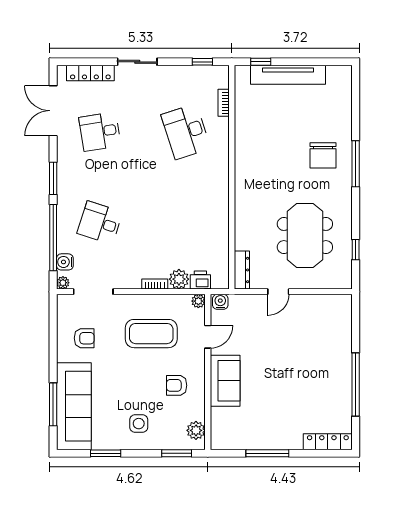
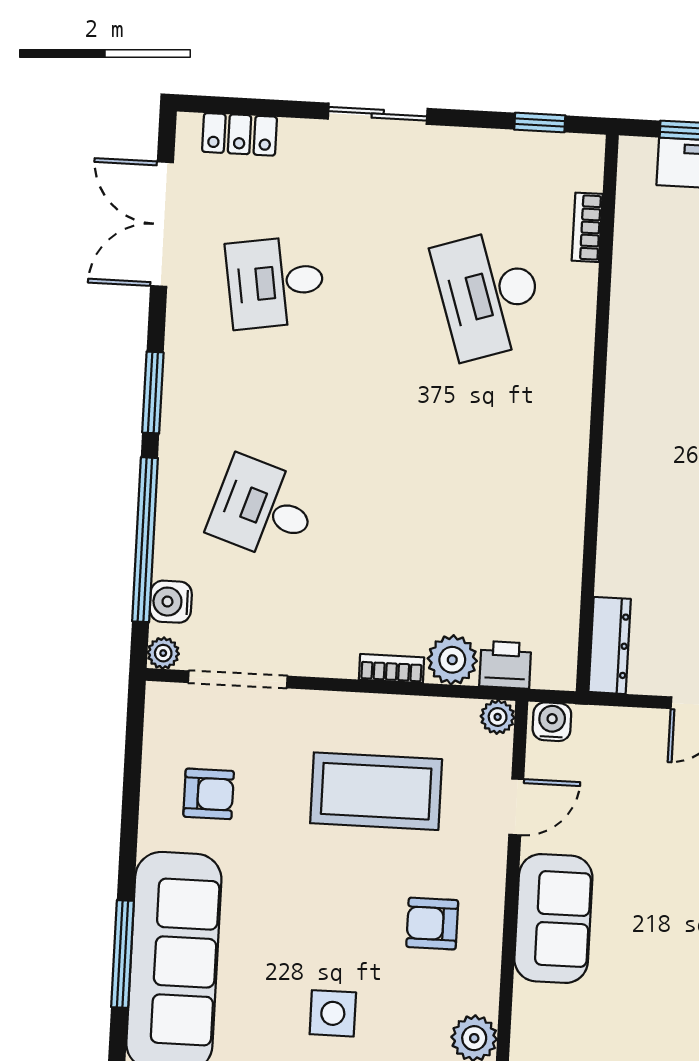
locker: (90, 73) -> (240, 134), width x0.66

